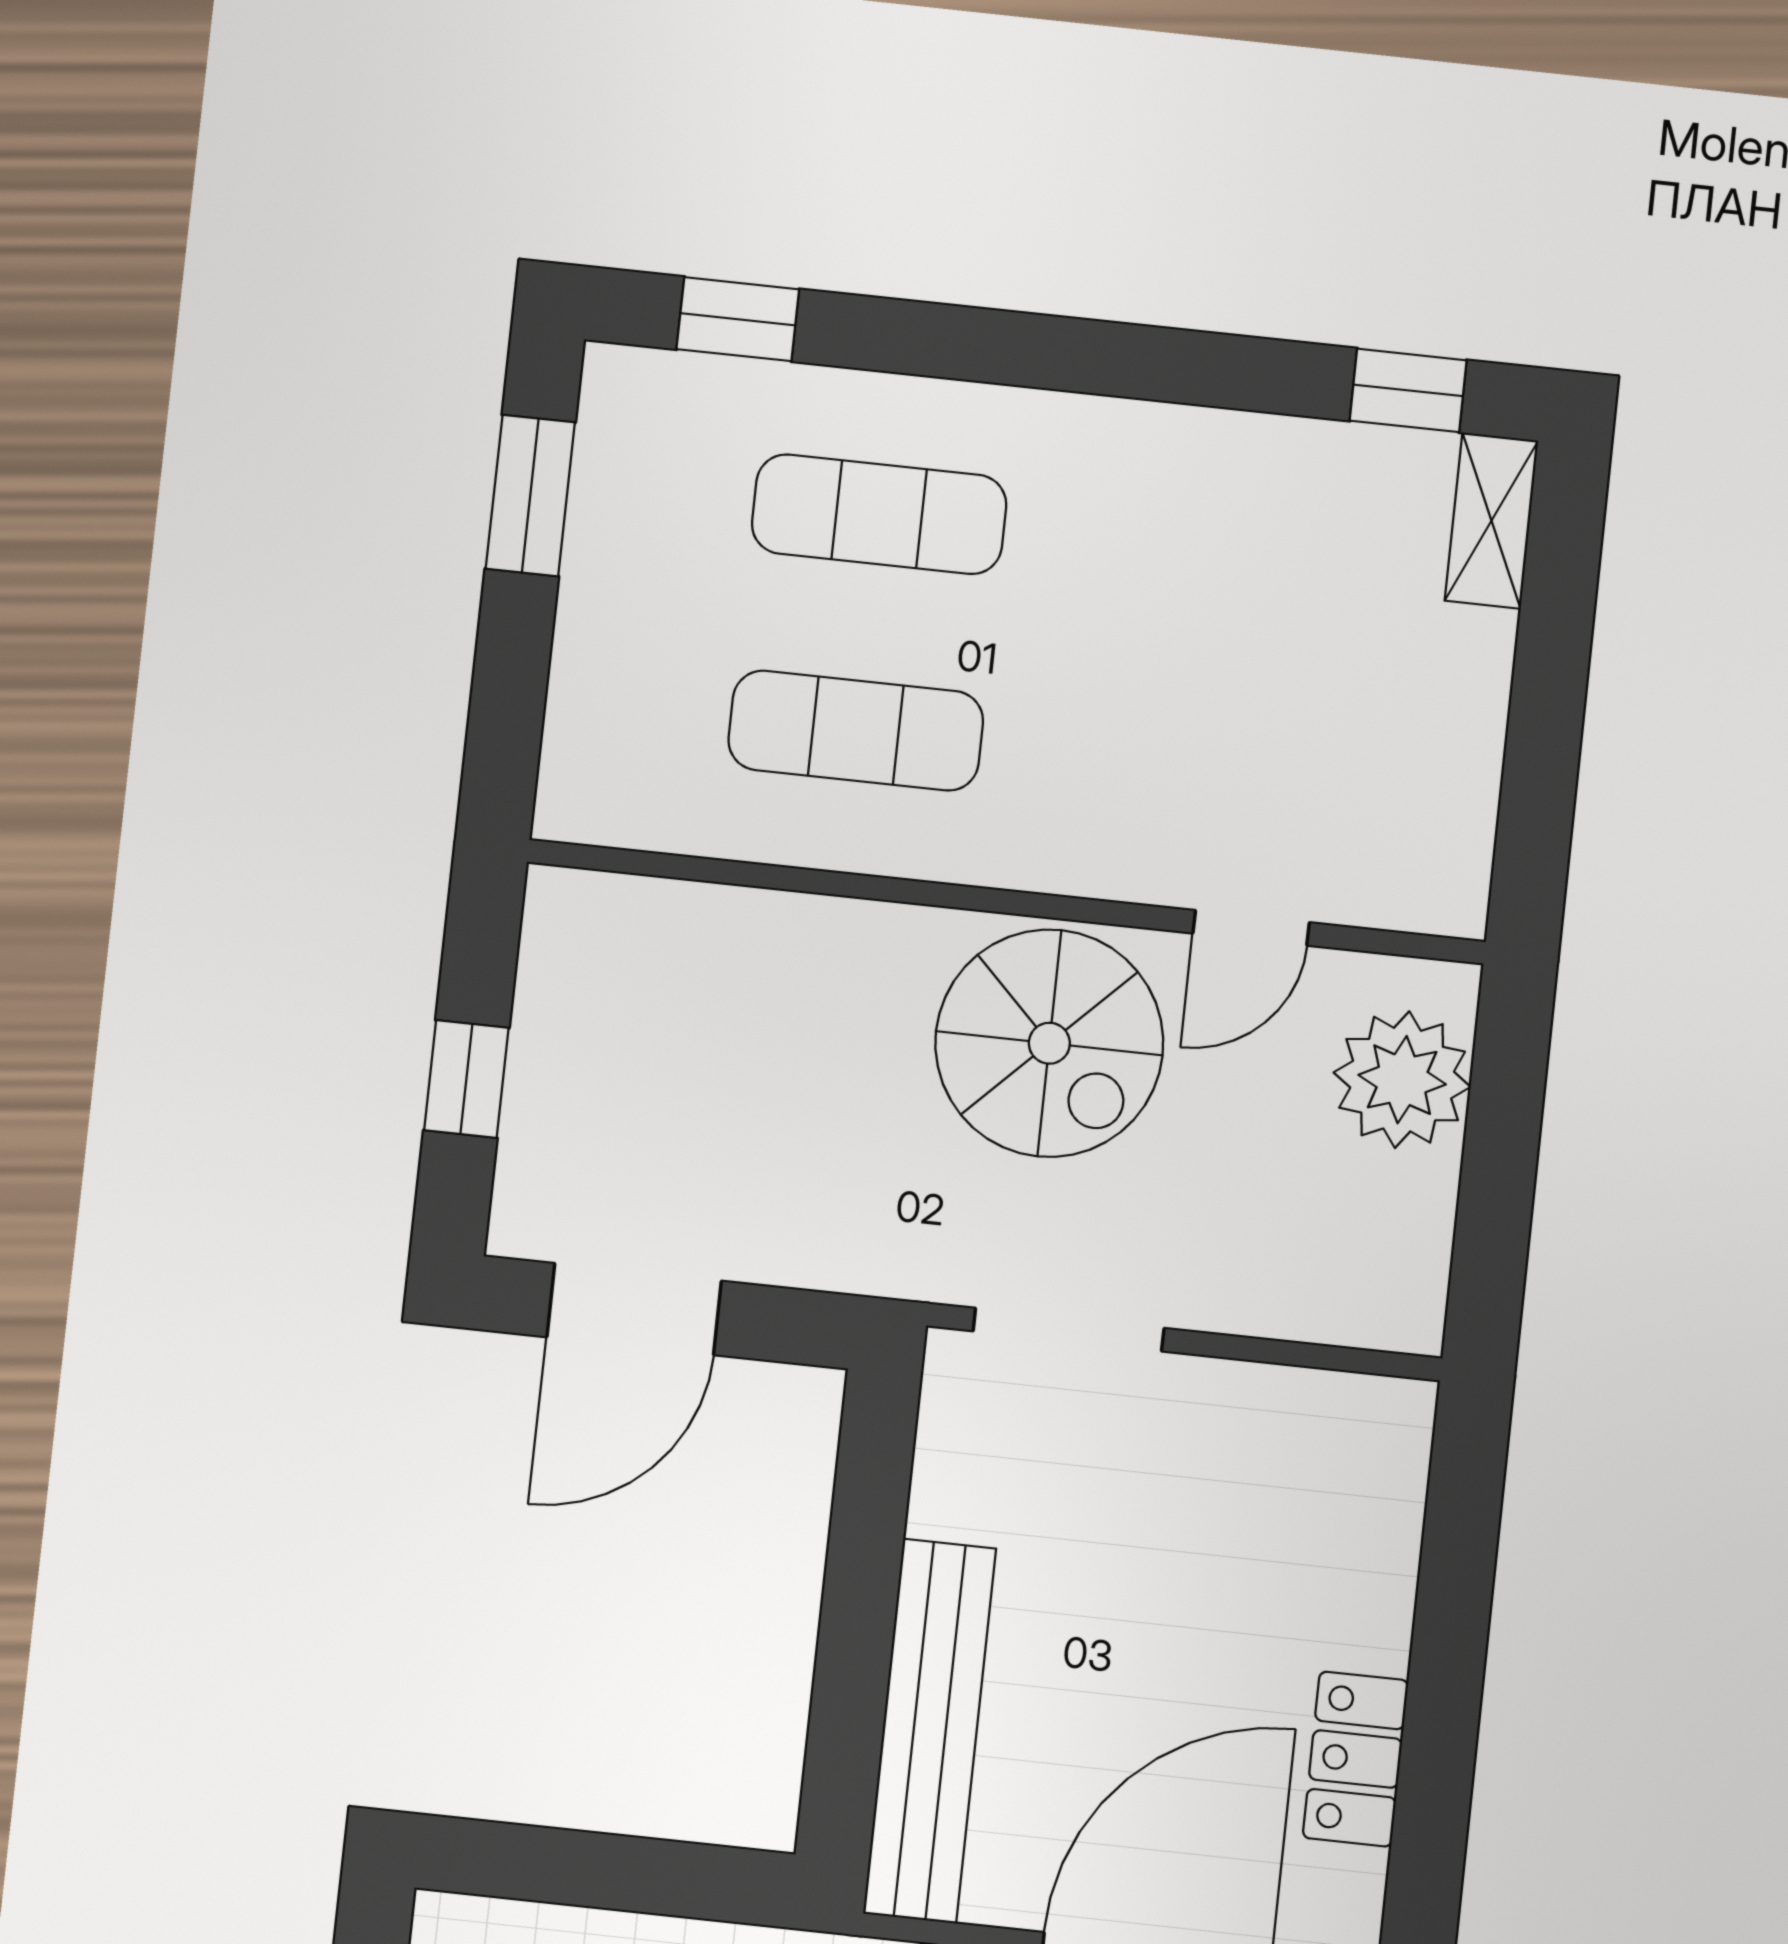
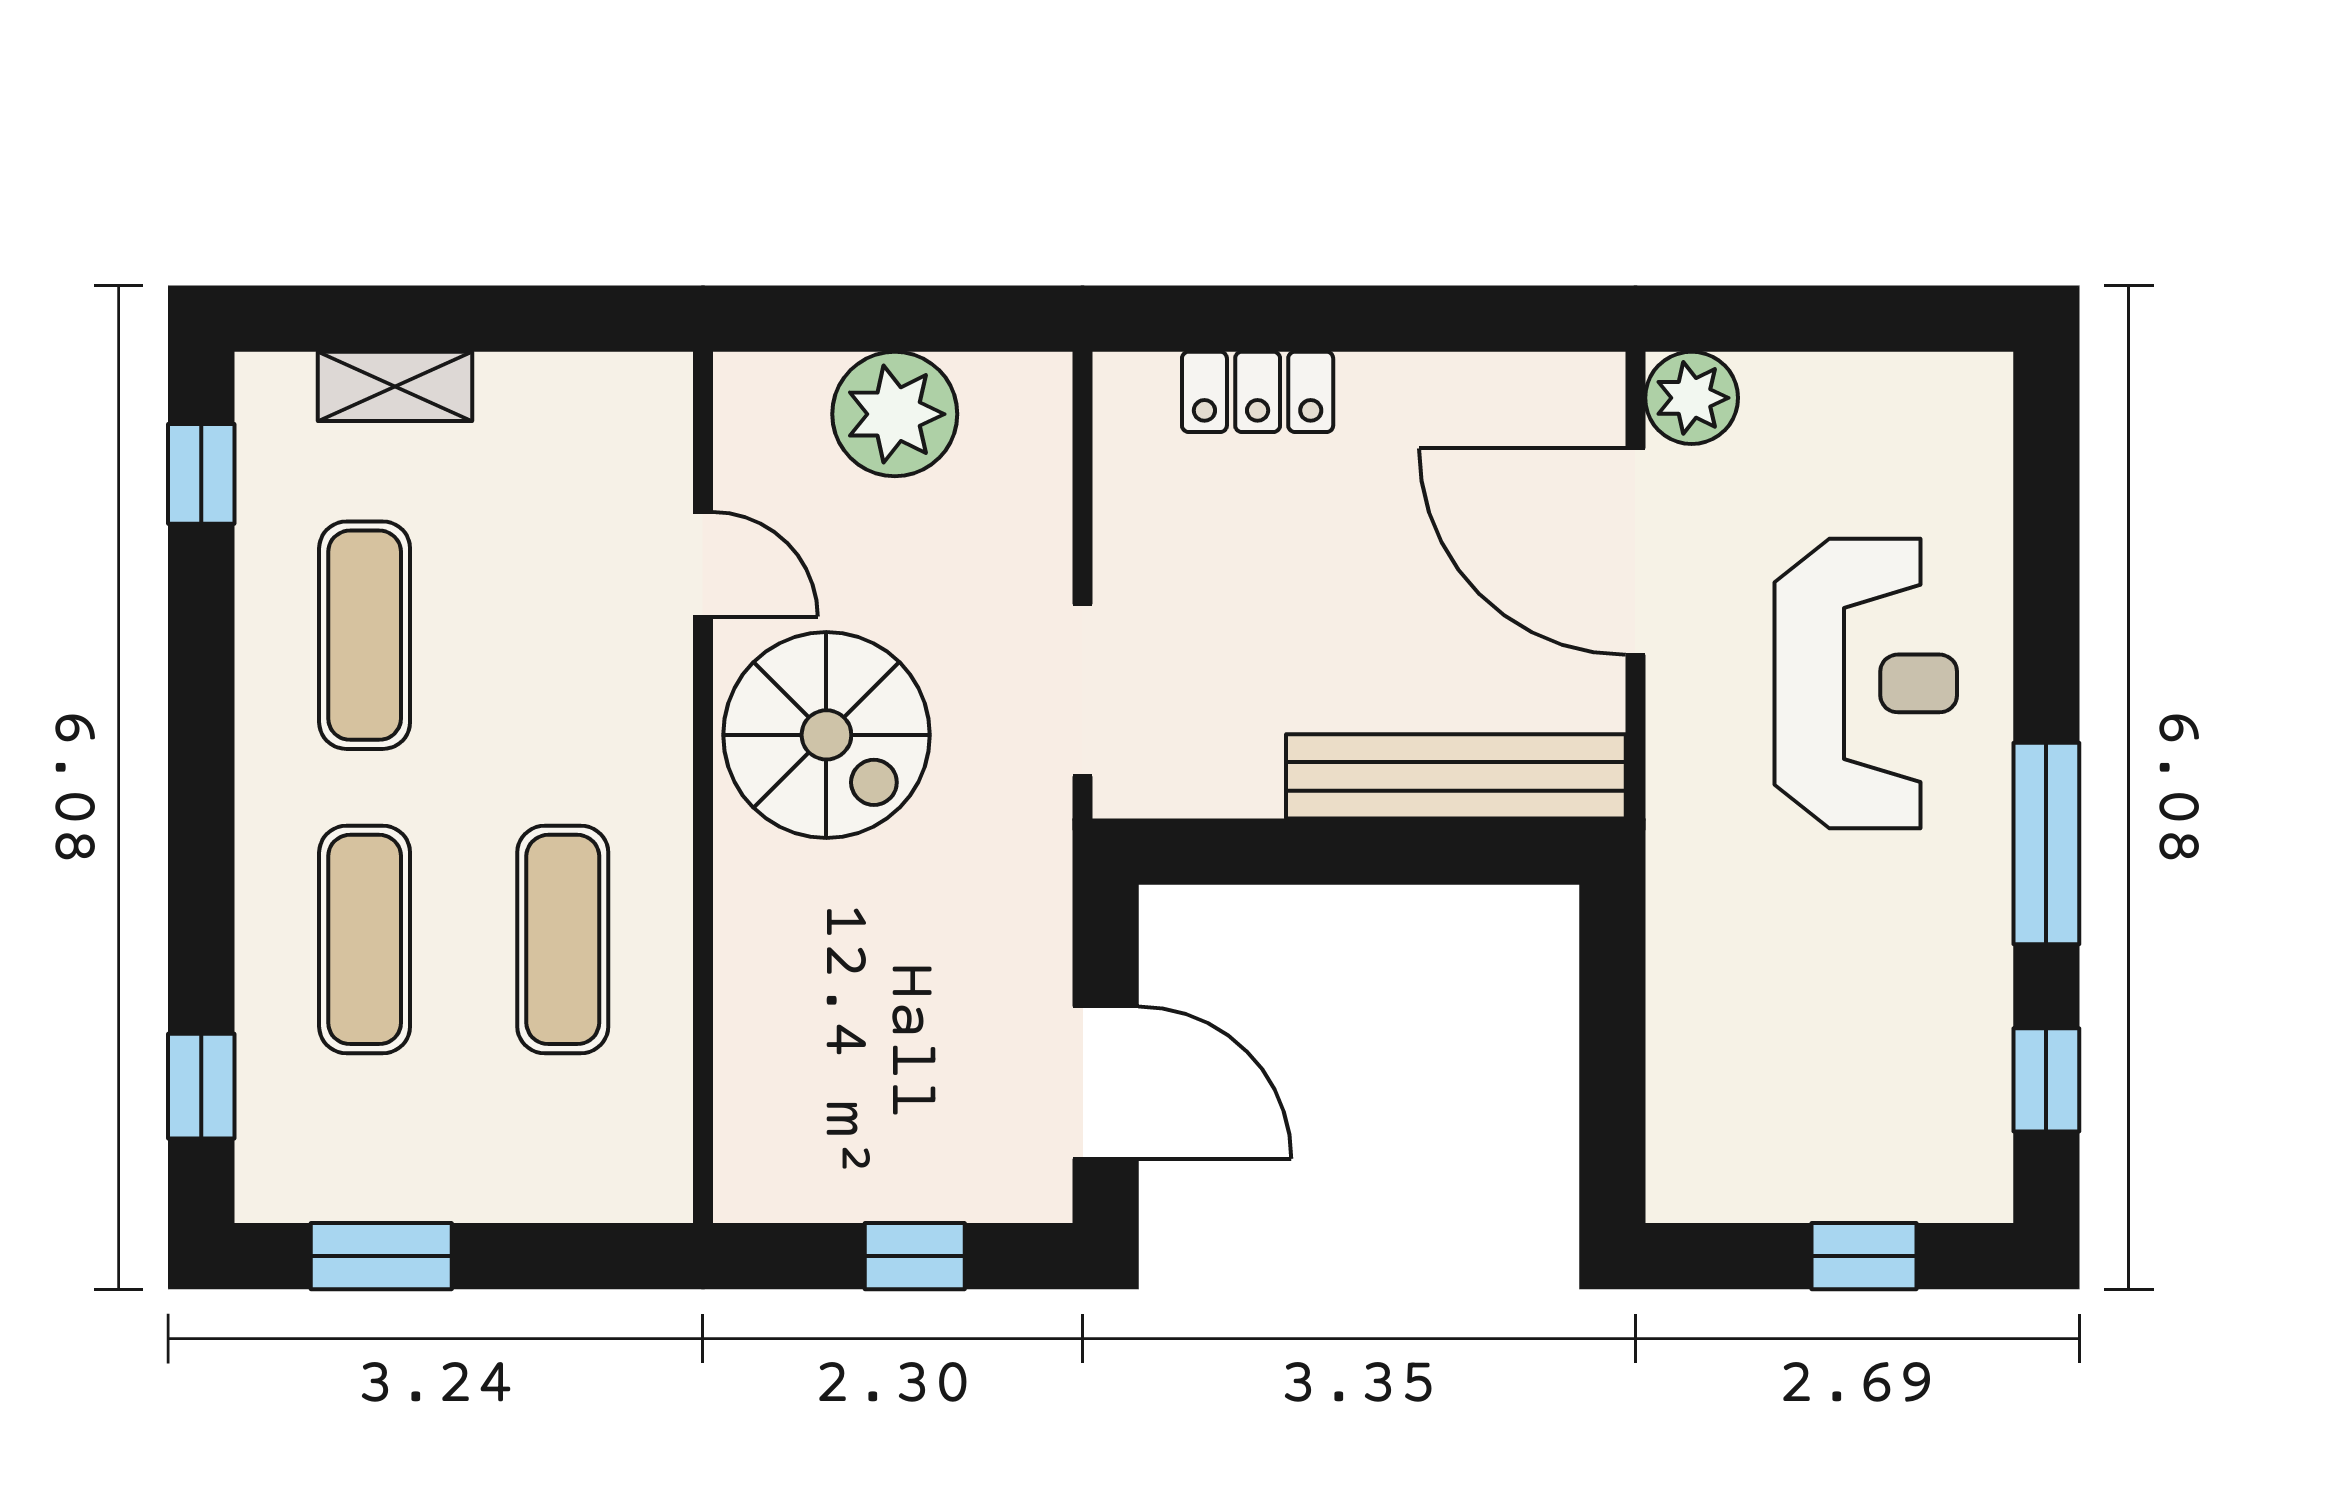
shelving: (1491, 521) -> (395, 386), moved
exercise mat: (1213, 550) -> (365, 635), added
spiral stairs: (1049, 1043) -> (826, 735), turned 90
plant: (1402, 1080) -> (895, 414), moved
locker: (1356, 1759) -> (1258, 392), moved

